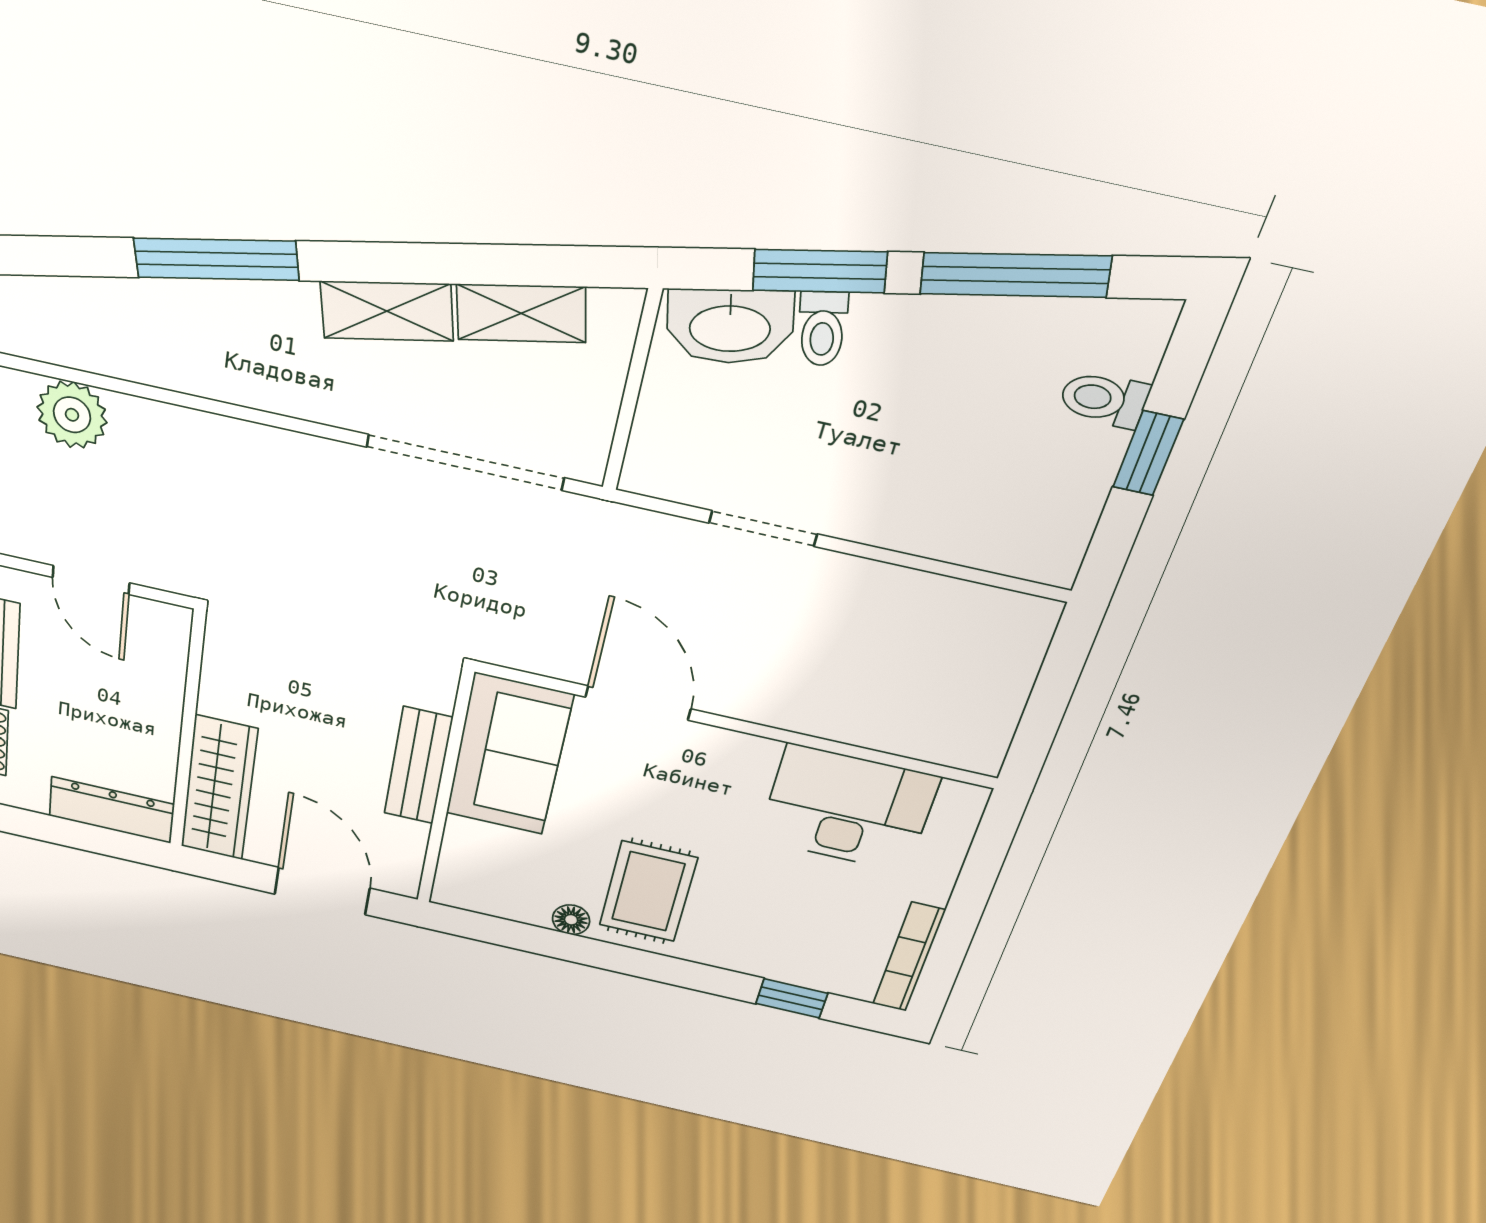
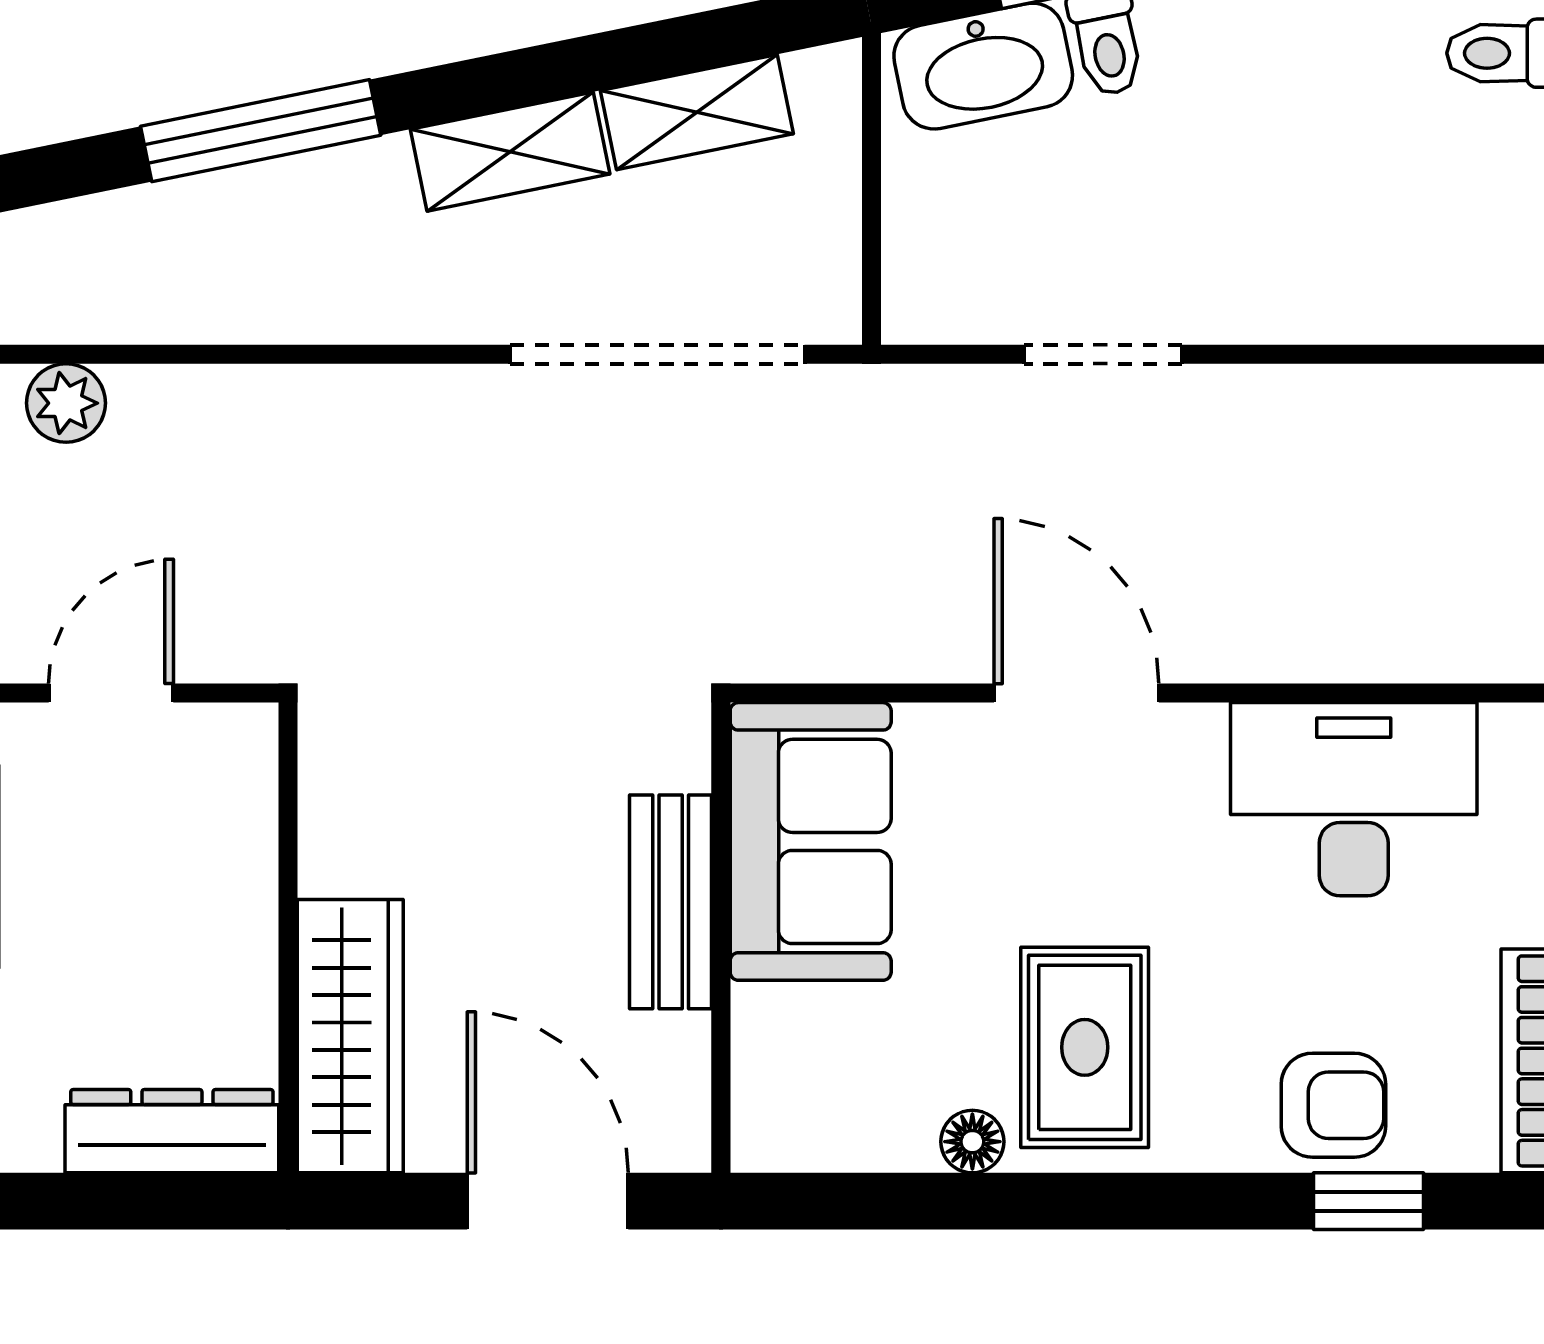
plant: (72, 415) -> (66, 403), width x0.73, depth x0.73
door: (91, 580) -> (111, 693), swing flipped
door: (638, 703) -> (1076, 693), moved
armchair: (786, 951) -> (1333, 1105), added

